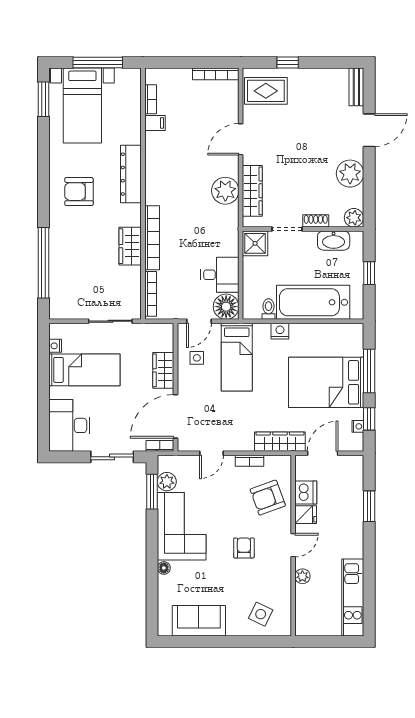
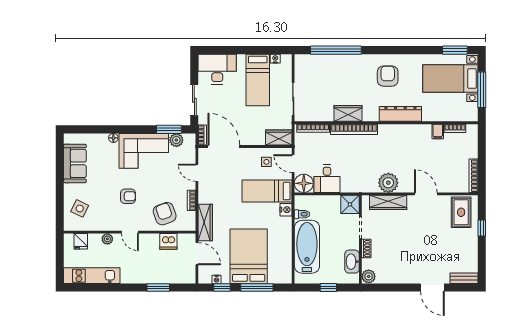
plant: (350, 174) -> (401, 274), removed
nightstand: (280, 331) -> (286, 210), moved
wardrobe: (163, 370) -> (279, 138), moved
fridge: (306, 515) -> (81, 241), moved

